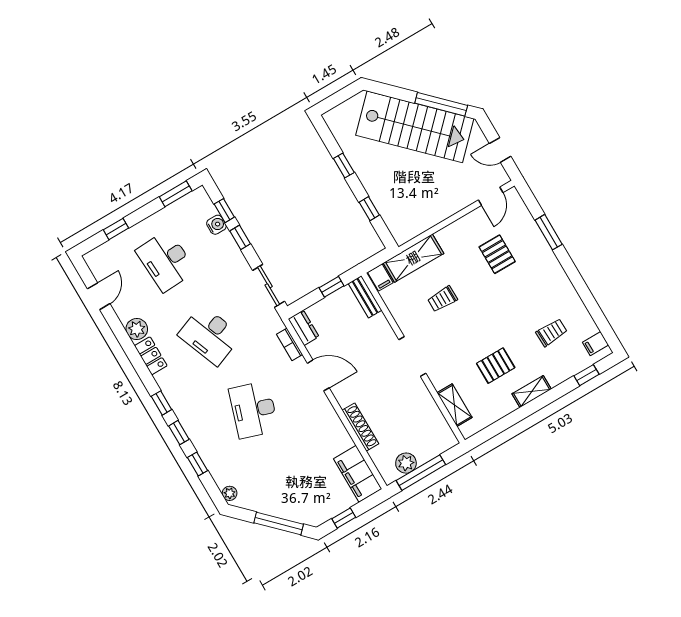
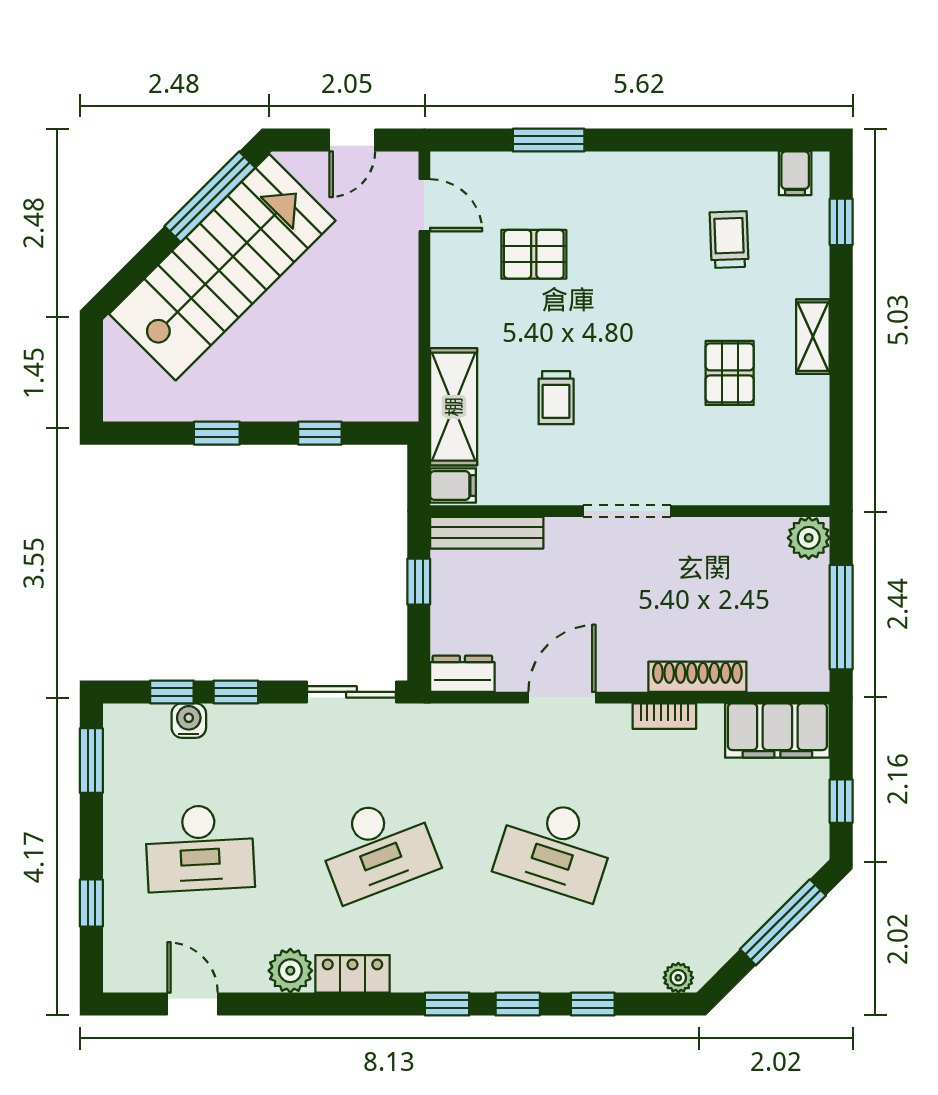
bench: (365, 297) -> (487, 533), width x1.36
bookcase: (290, 344) -> (664, 716), moved
shelving: (455, 405) -> (757, 487), removed
plant: (406, 463) -> (809, 538), moved

